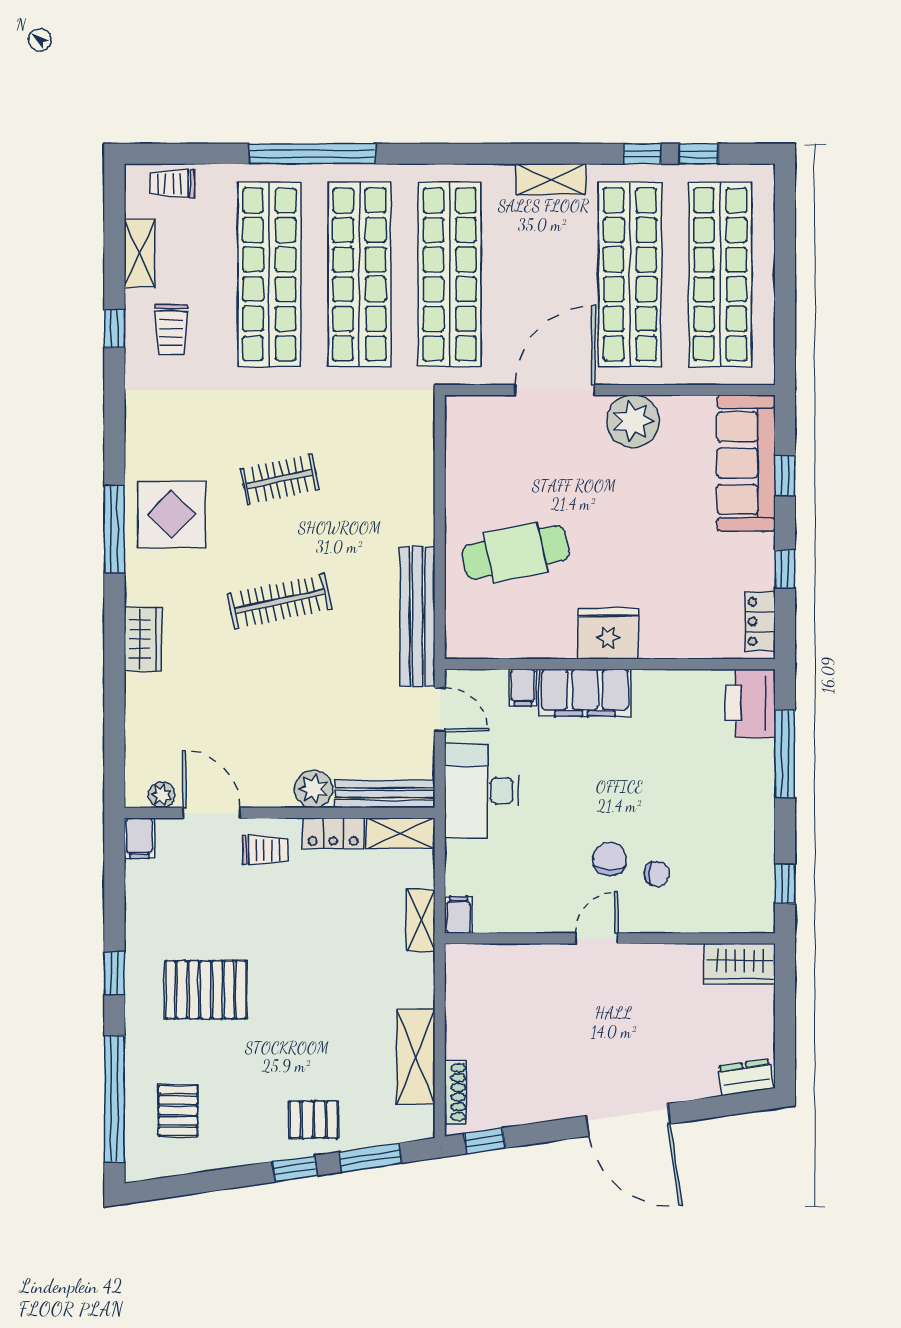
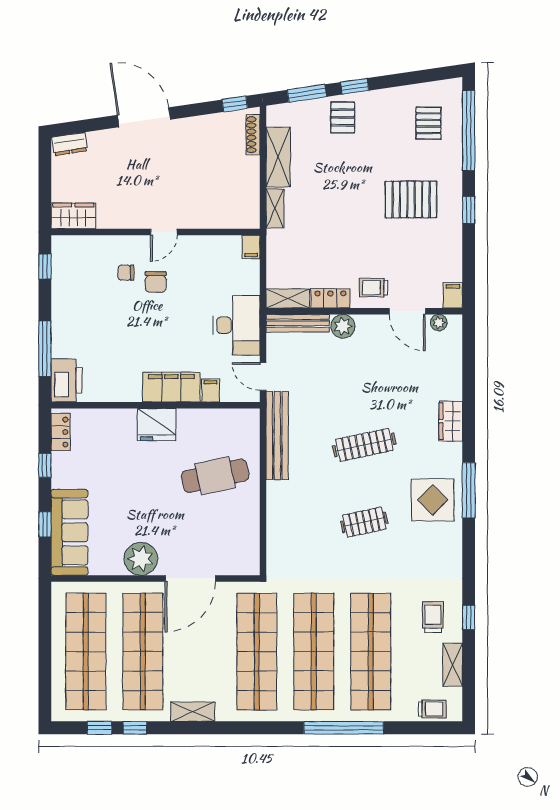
shelving: (421, 920) -> (275, 208), moved
pallet: (314, 1120) -> (343, 117), turned 90

